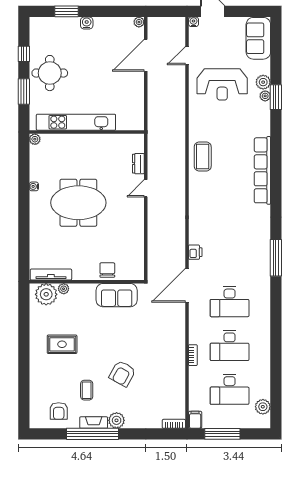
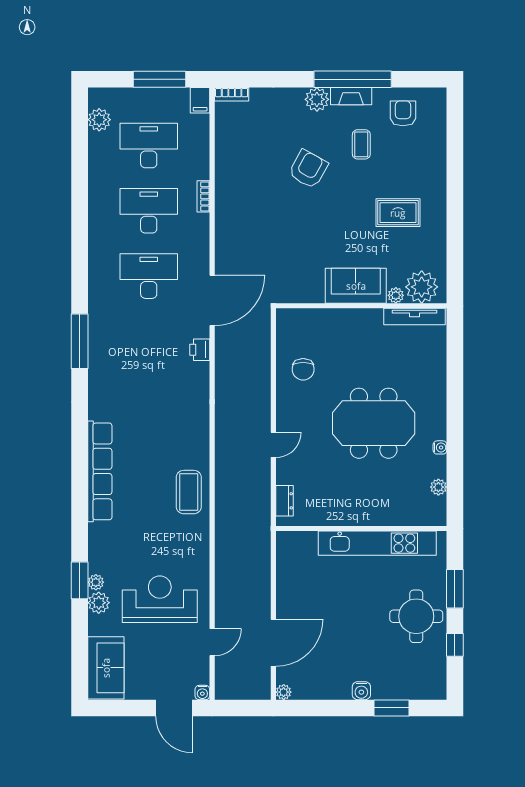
plant: (35, 139) -> (438, 487), moved
dresser: (138, 164) -> (284, 501), moved
chair: (107, 270) -> (303, 369), moved
sofa: (117, 295) -> (356, 286), moved

